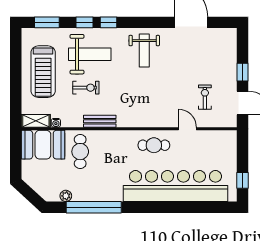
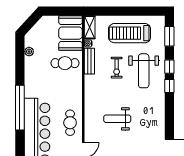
weight bench: (144, 50) -> (117, 119), moved
bench: (100, 121) -> (89, 61), moved
window: (94, 207) -> (20, 108), moved

